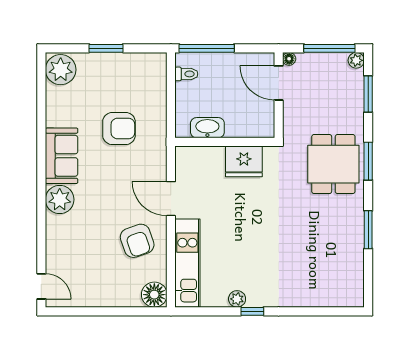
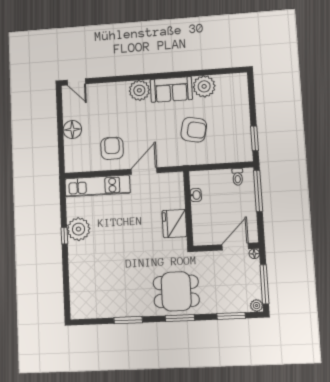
window: (106, 48) -> (255, 138), moved
plant: (61, 70) -> (204, 86), moved
washbasin: (207, 128) -> (196, 195), width x0.52, depth x0.69
armchair: (119, 129) -> (194, 130), turned -78
armchair: (137, 241) -> (112, 148), turned 109
door: (41, 286) -> (76, 82), hinge flipped
floor lamp: (154, 295) -> (72, 130), moved
plant: (237, 299) -> (79, 229), width x1.88, depth x1.88

